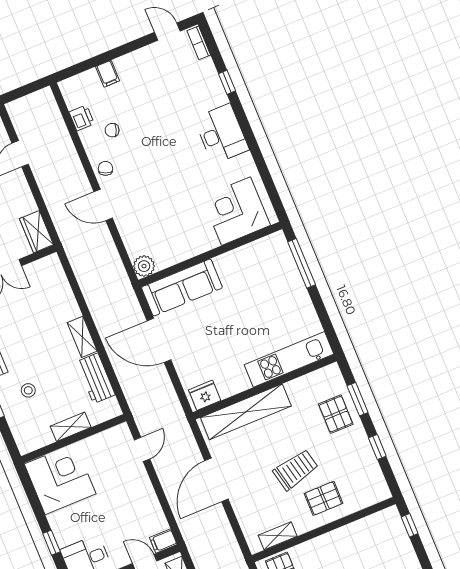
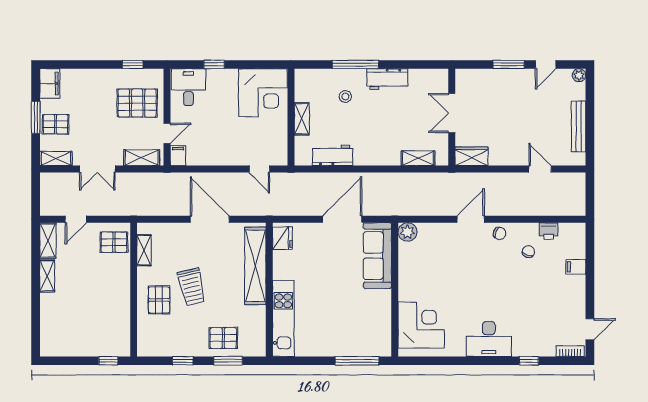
shelving: (82, 337) -> (418, 158), moved

